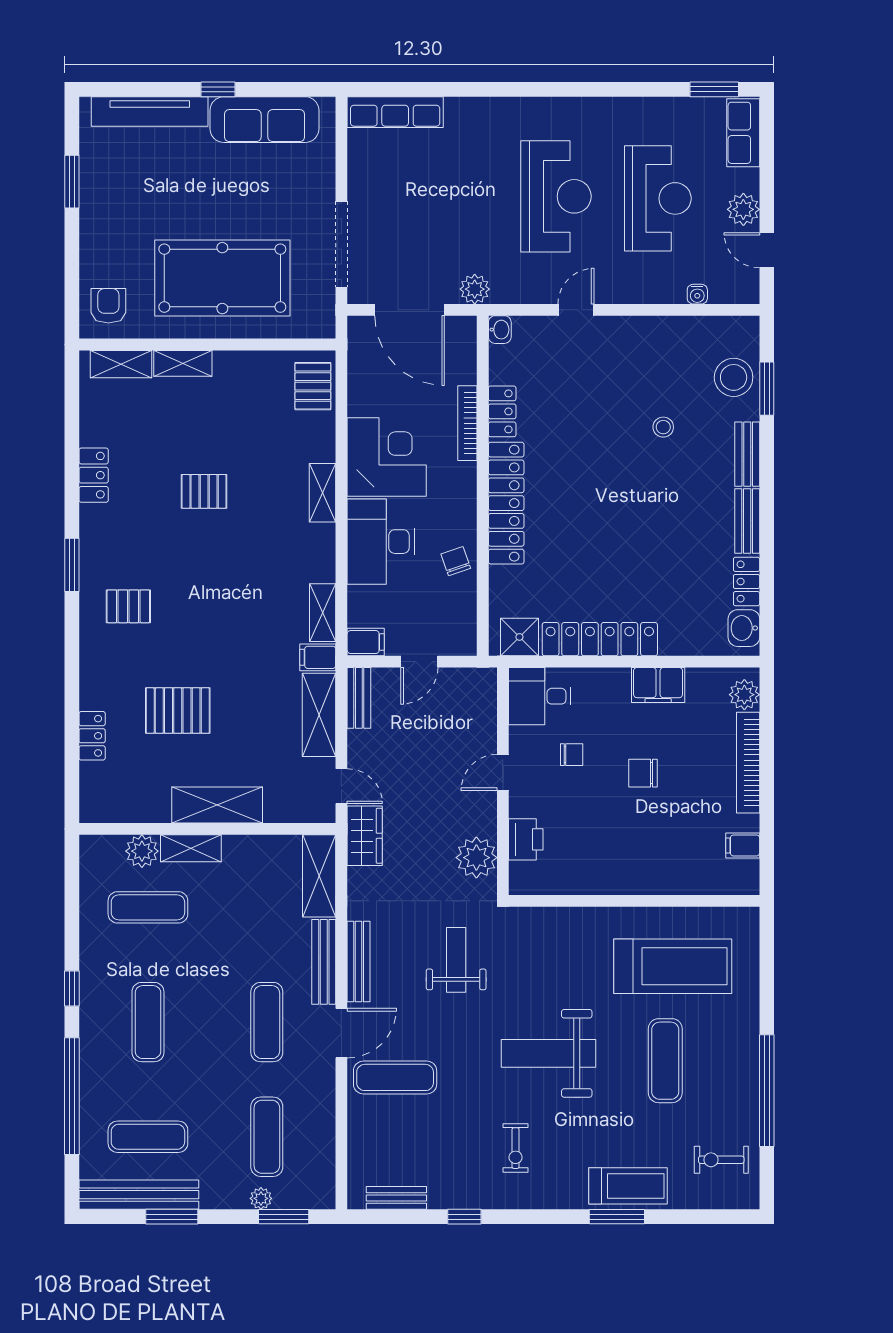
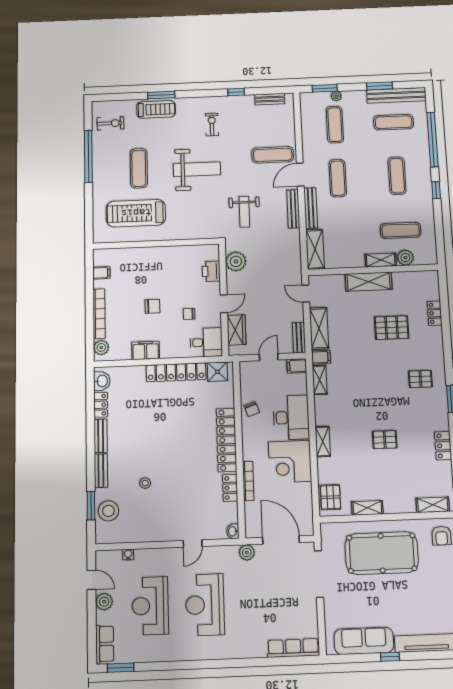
shelving: (183, 363) -> (367, 508), moved
wardrobe: (365, 836) -> (237, 330), moved, turned 180
treadmill: (628, 1186) -> (156, 109), turned 180

